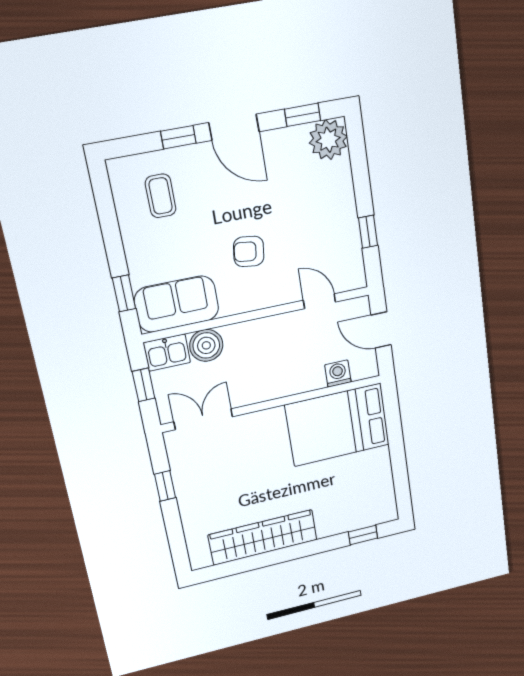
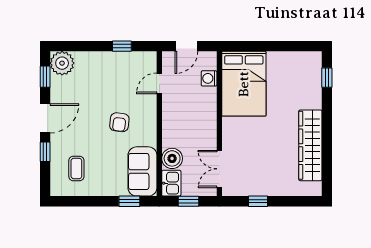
coffee table: (161, 196) -> (76, 168), turned 90

